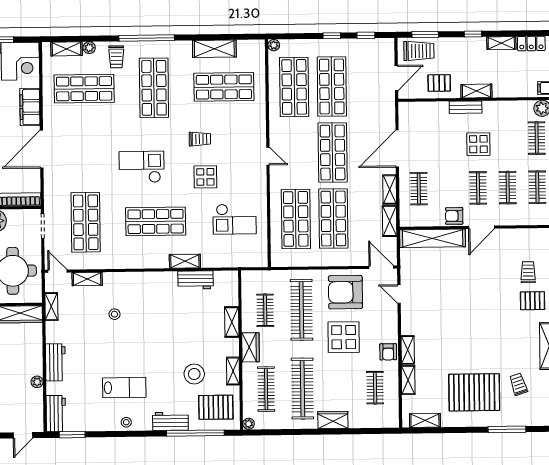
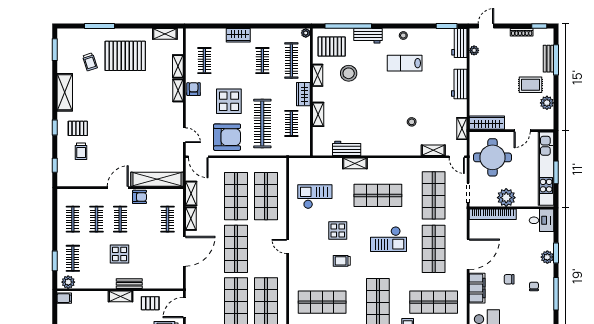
shop shelf: (85, 156) -> (434, 249), added
plant: (37, 382) -> (474, 50), moved
clothes rail: (302, 389) -> (262, 61), width x0.54, depth x0.76

